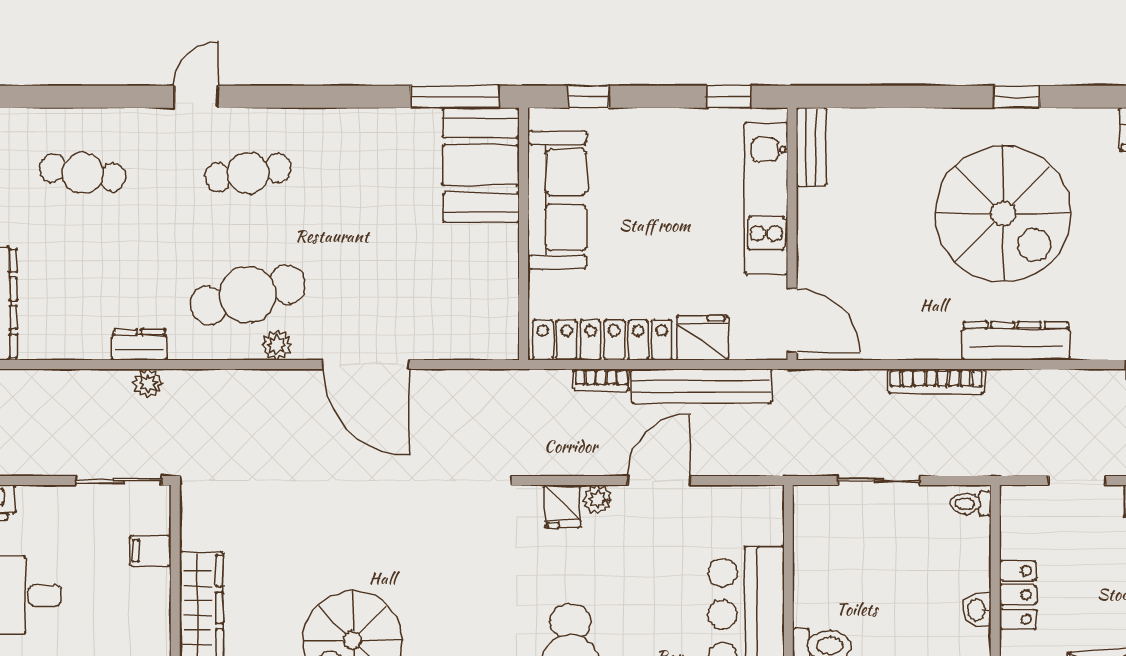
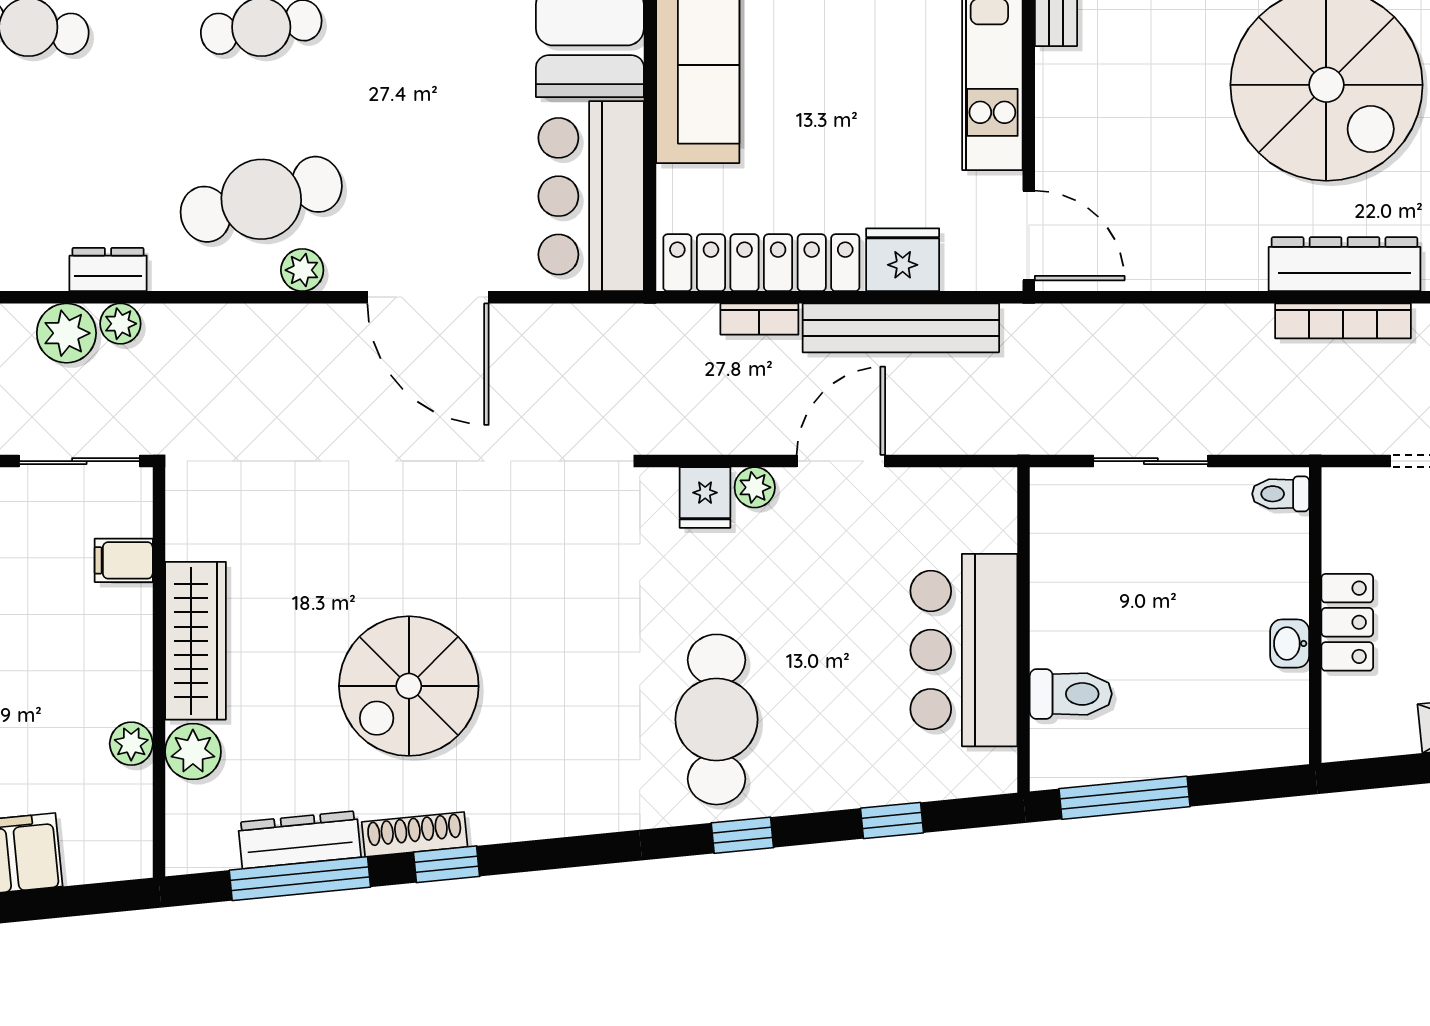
bar counter: (482, 293) -> (591, 196), added
bookcase: (937, 381) -> (1343, 321), moved
plant: (110, 390) -> (66, 333), added

